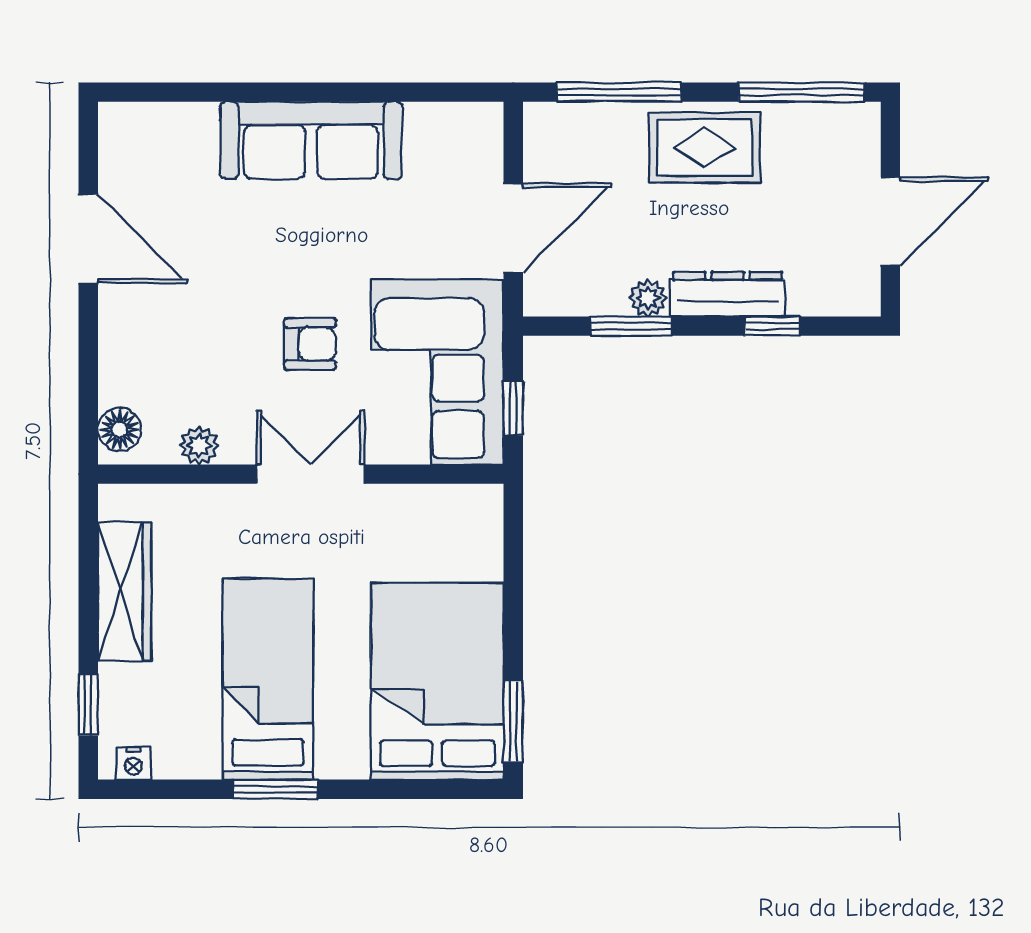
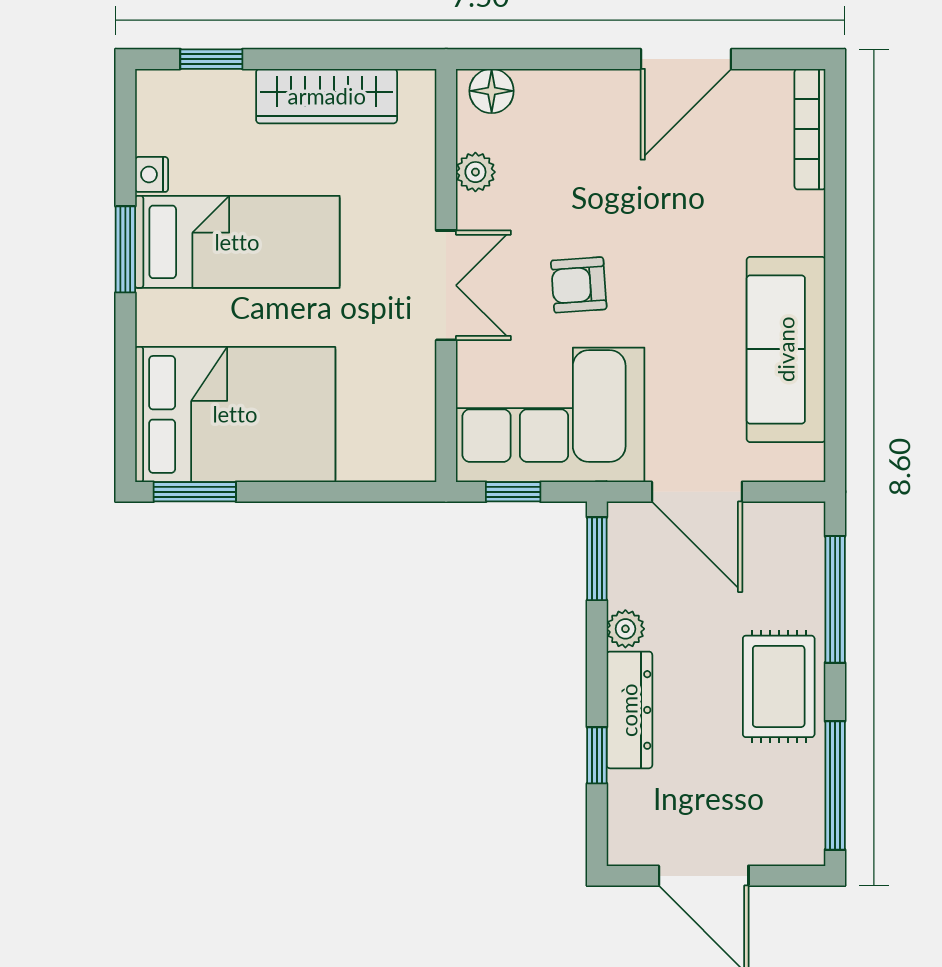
bookcase: (157, 117) -> (810, 129), added
sofa: (311, 140) -> (786, 349), moved
window: (631, 326) -> (597, 559), moved
armchair: (310, 344) -> (579, 285), turned 86
nightstand: (134, 763) -> (152, 174), moved

